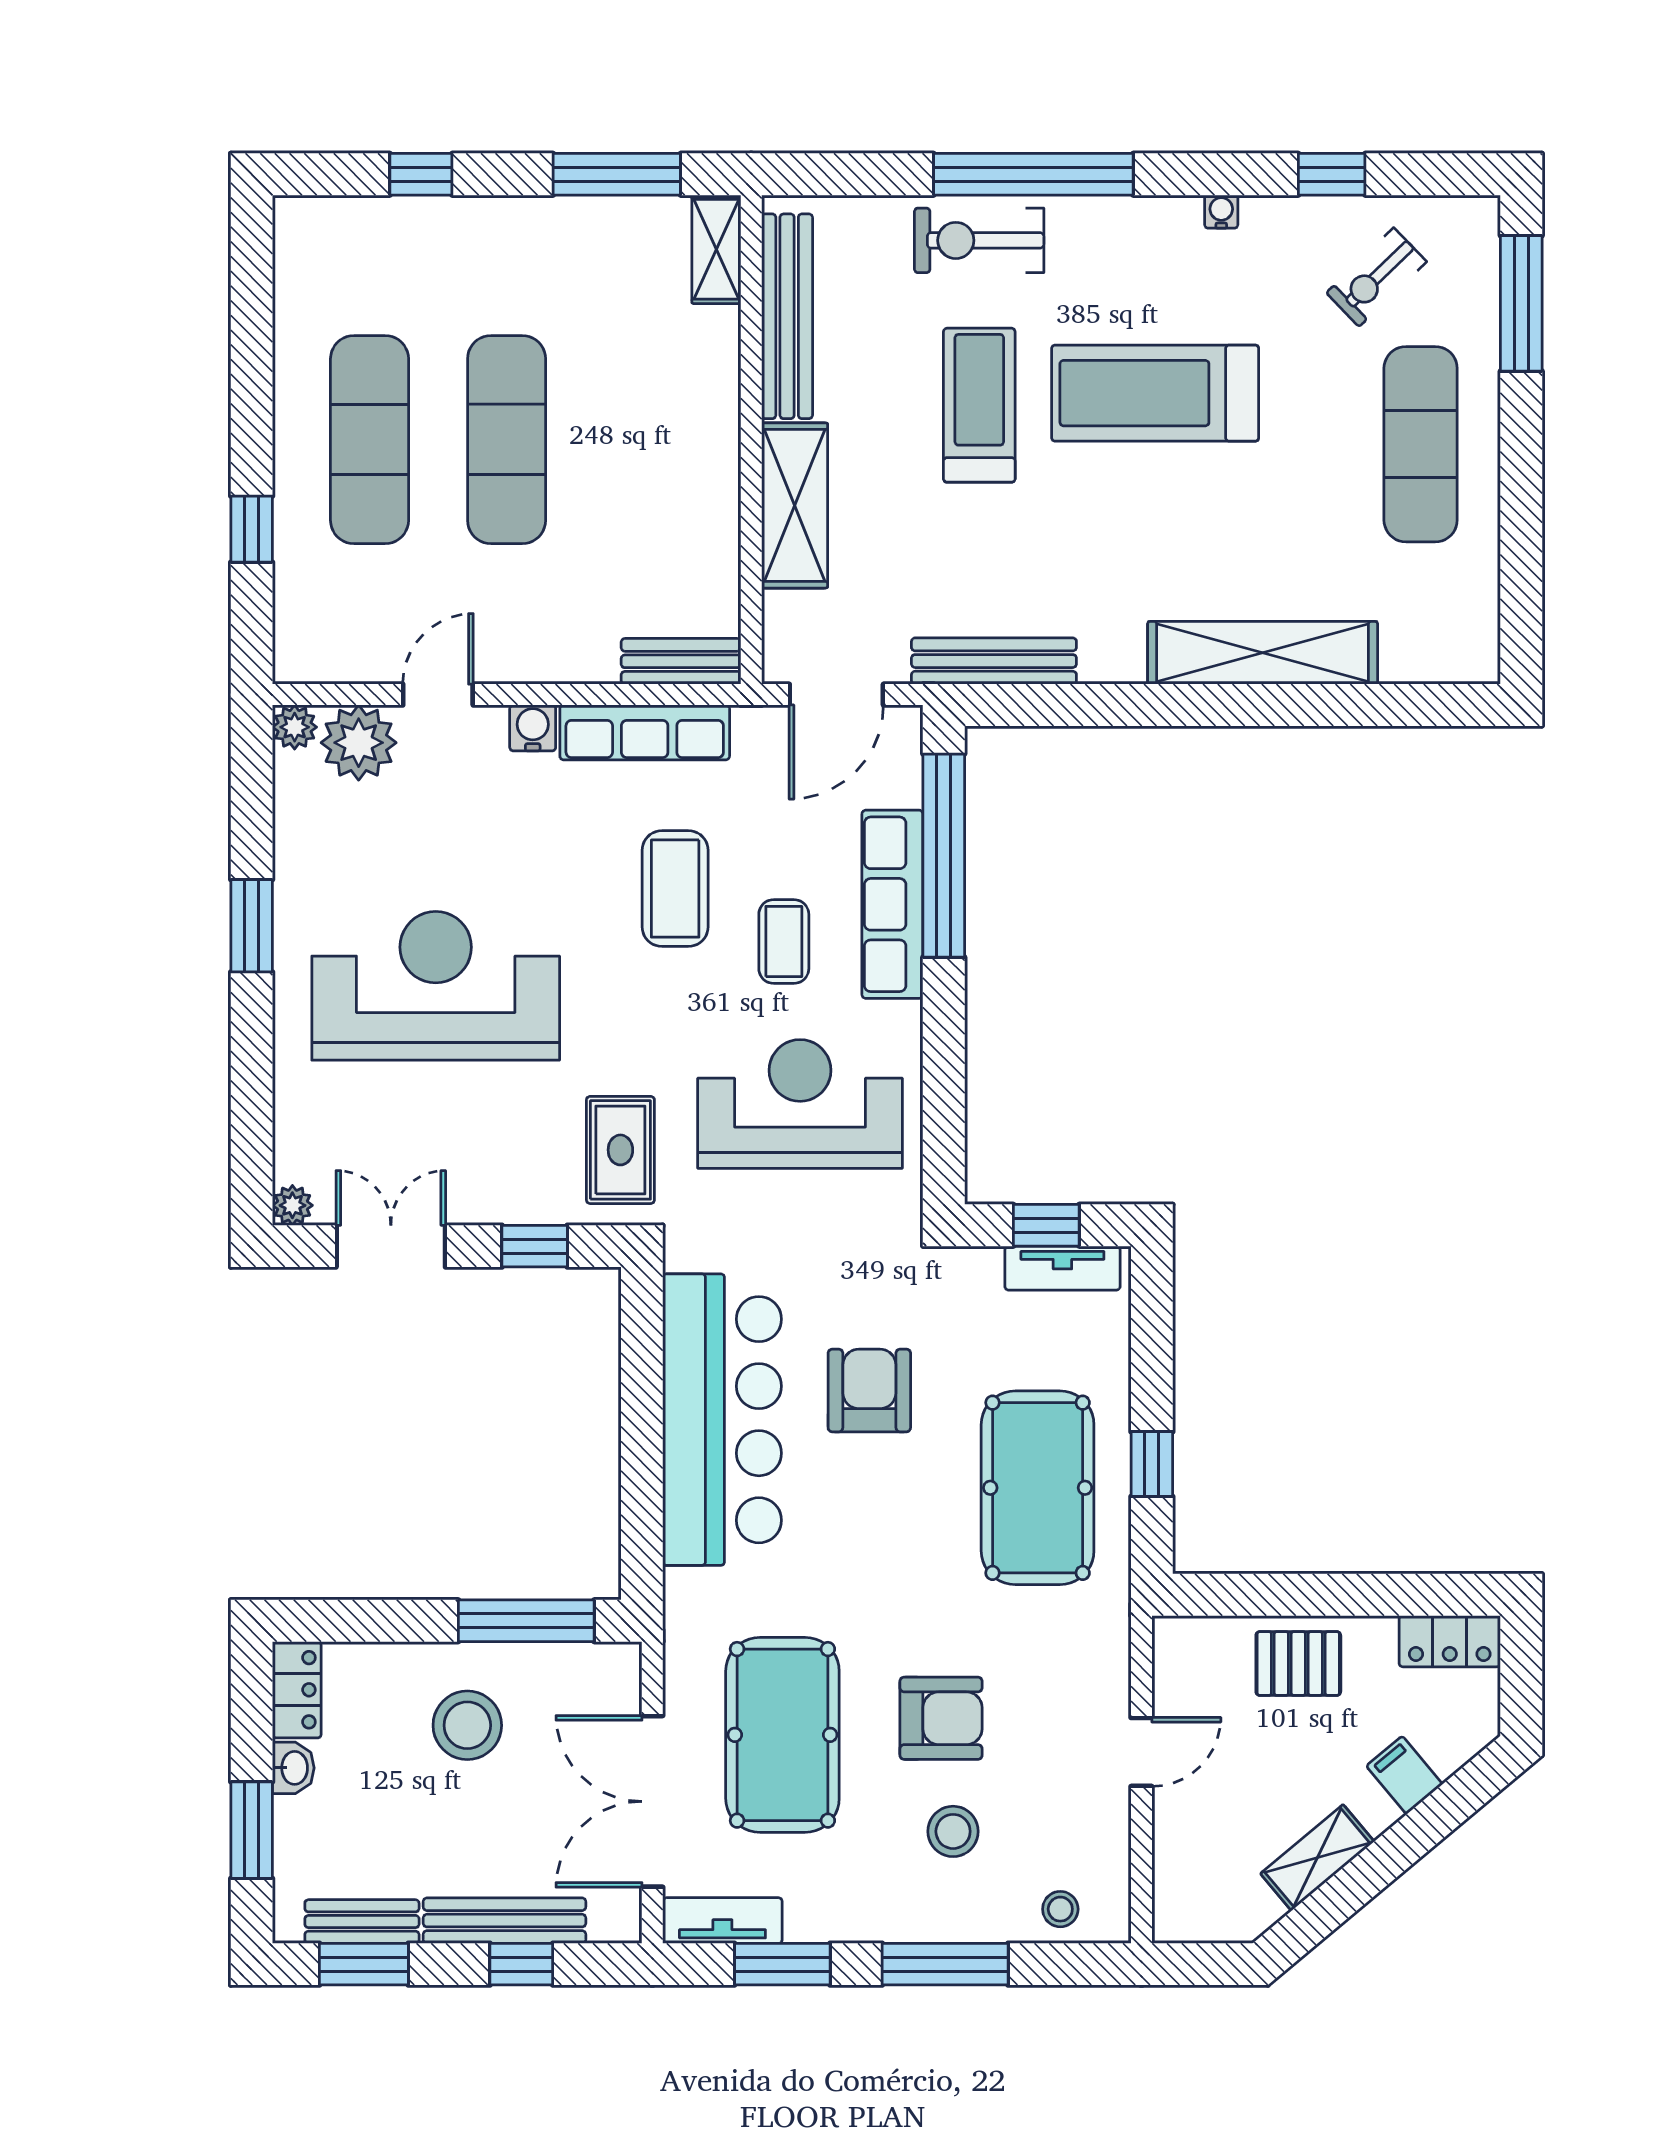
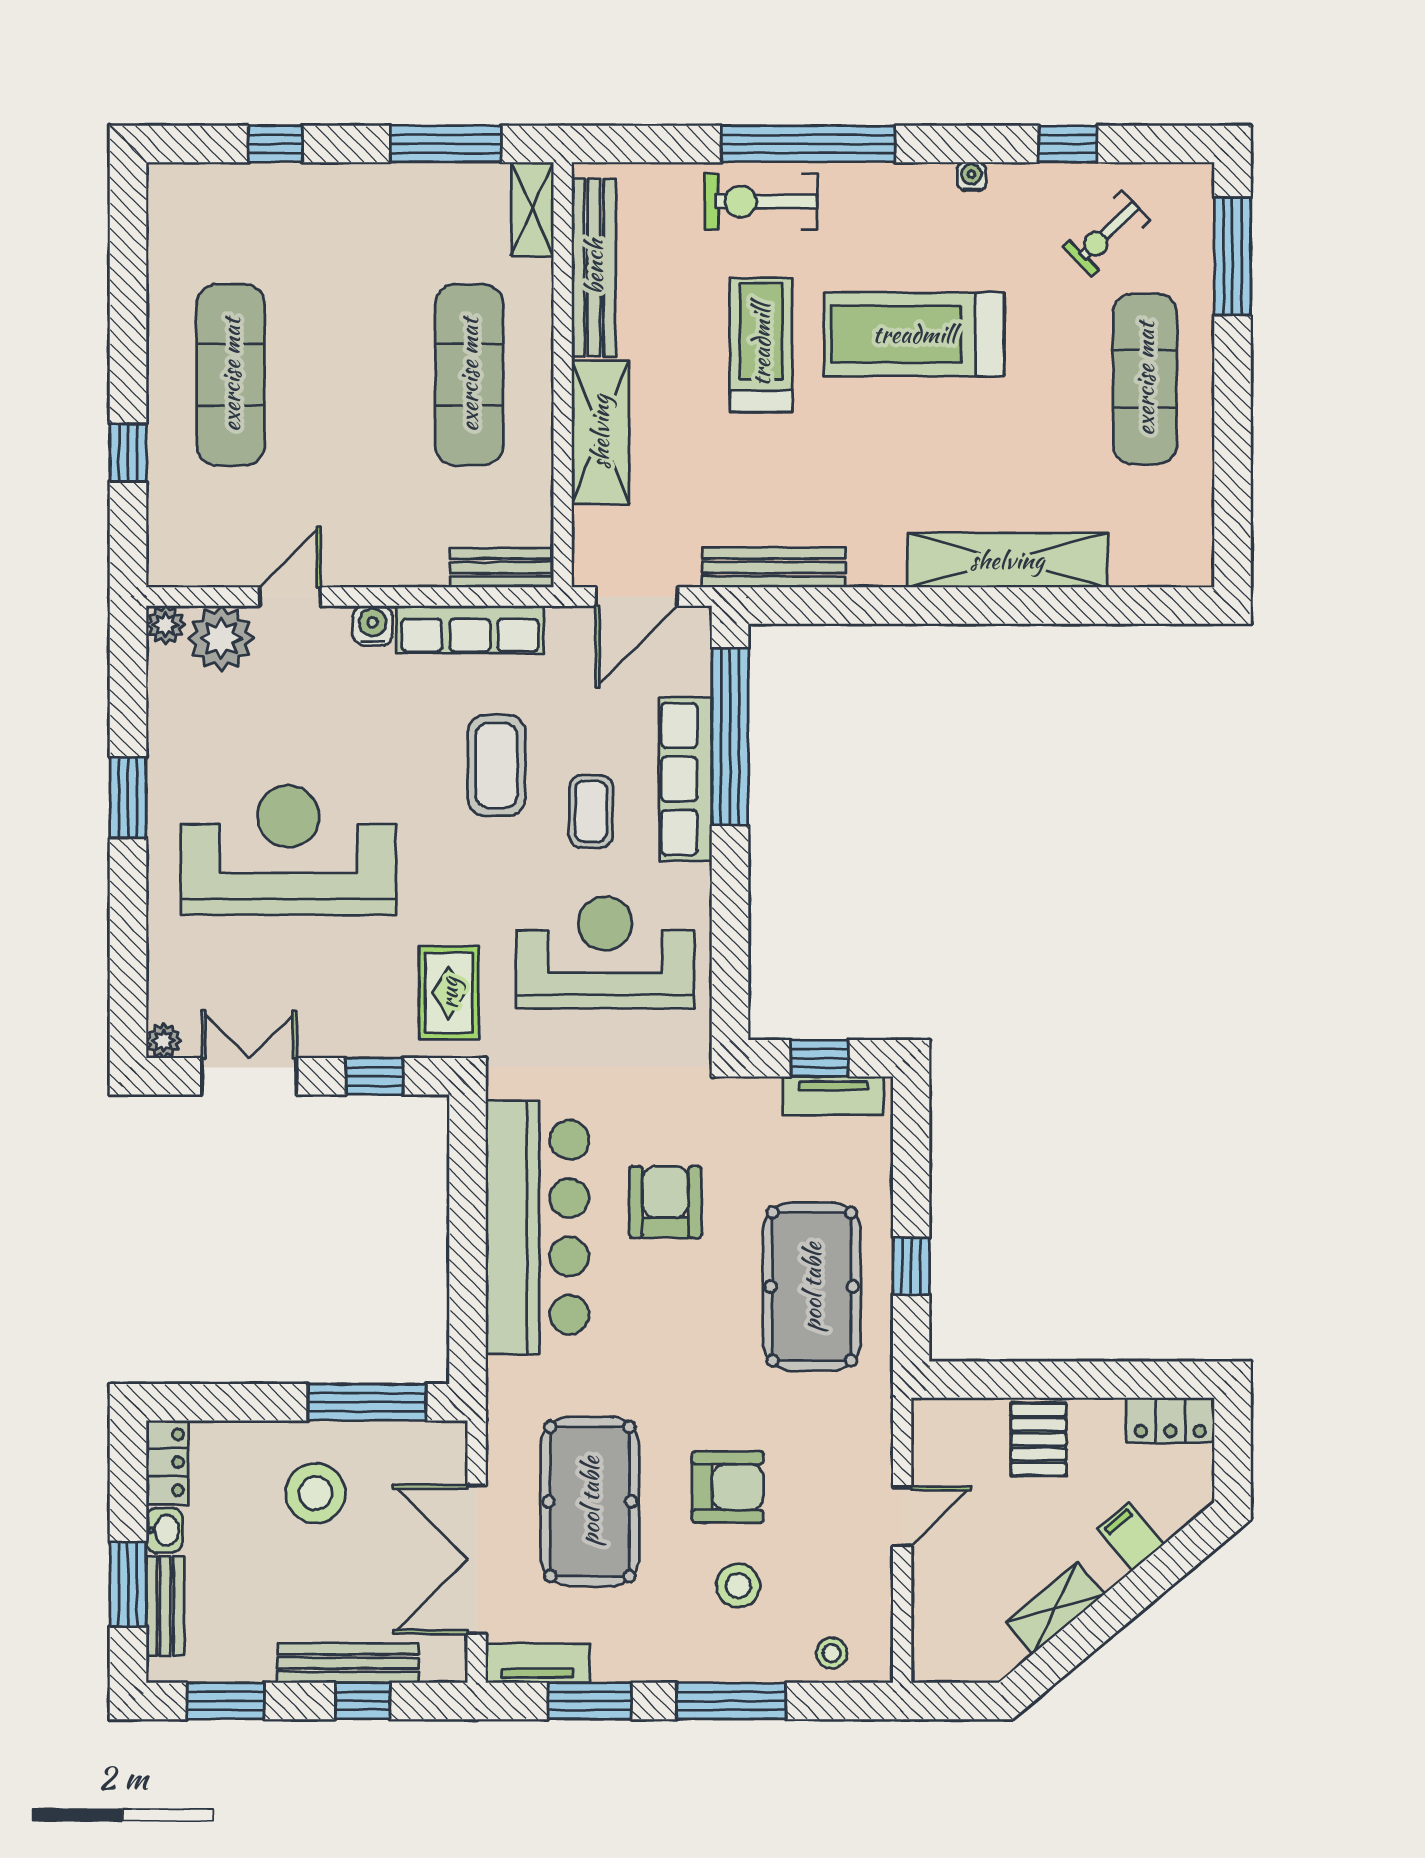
exercise mat: (507, 440) -> (469, 375), moved
pallet: (1298, 1664) -> (1039, 1439), turned 90
bench: (362, 1922) -> (165, 1606), moved, turned 90

